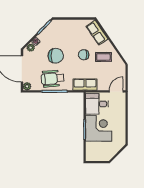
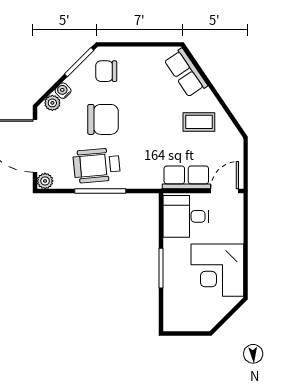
chair: (84, 55) -> (106, 71), moved
row of seats: (85, 85) -> (186, 177), moved
corner desk: (99, 128) -> (217, 270), moved, turned 180

